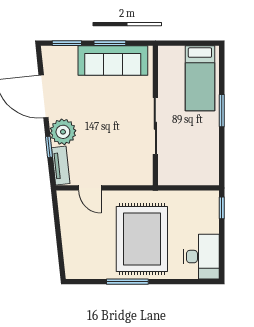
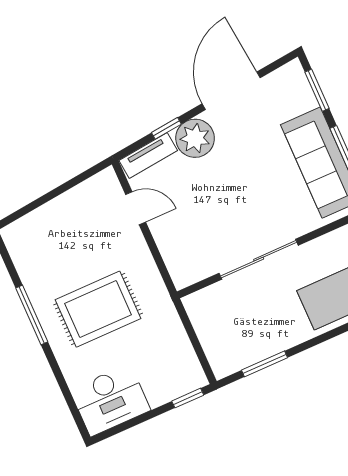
window: (222, 111) -> (265, 364), moved
door: (90, 188) -> (136, 208), swing flipped
rug: (142, 239) -> (98, 309), width x0.73, depth x0.69

